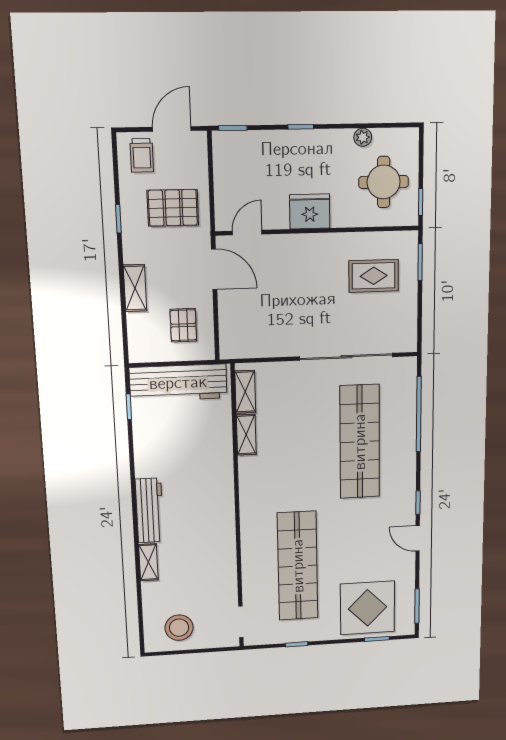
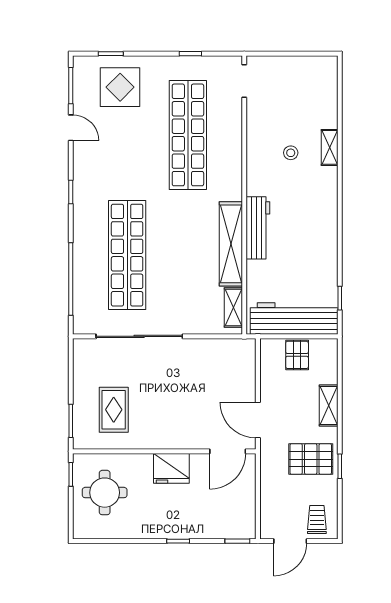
plant: (363, 137) -> (123, 531), removed
pallet: (173, 208) -> (311, 459), moved
door: (247, 233) -> (228, 451), width x1.38
rug: (374, 276) -> (114, 410), turned 90
pallet: (183, 325) -> (297, 355), moved
shelving: (246, 435) -> (231, 244), width x2.20, depth x1.33
workbench: (149, 510) -> (258, 228), moved, turned 180
door: (418, 538) -> (71, 128), moved
display table: (368, 608) -> (120, 87), width x0.73, depth x0.73
stool: (179, 628) -> (291, 153), moved, width x0.53, depth x0.53

